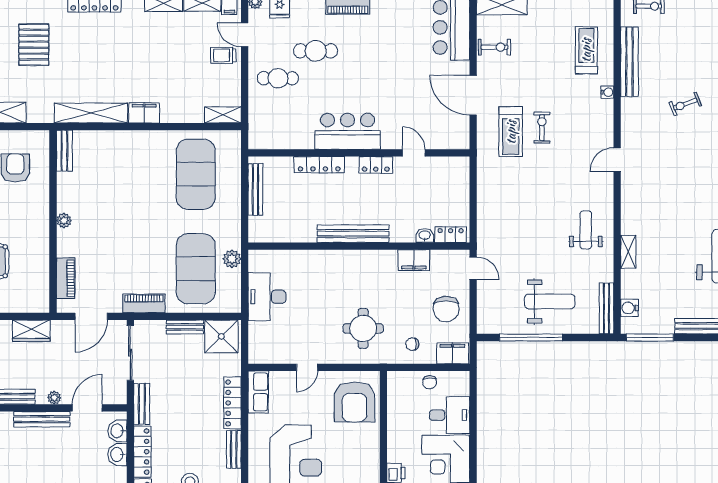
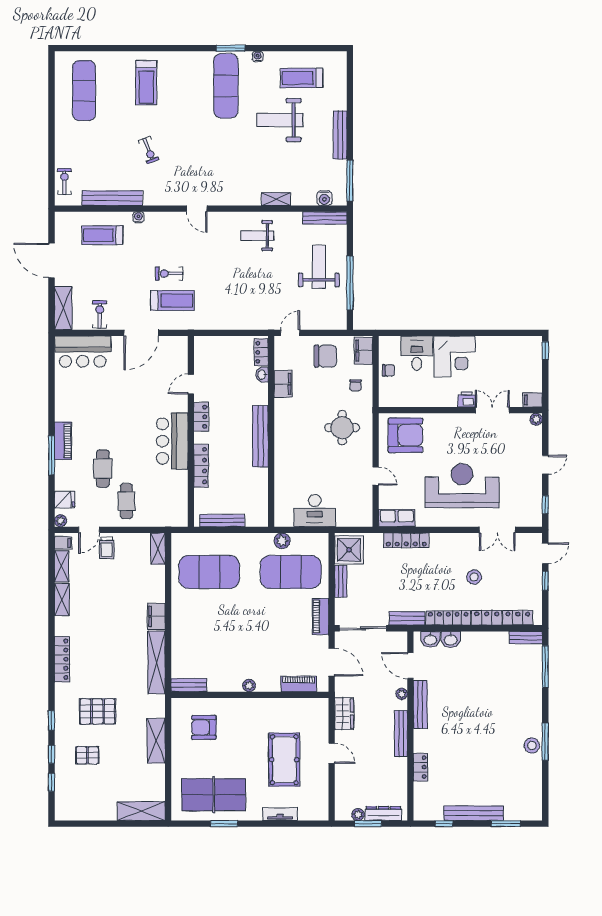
bench: (234, 449) -> (446, 539), removed

